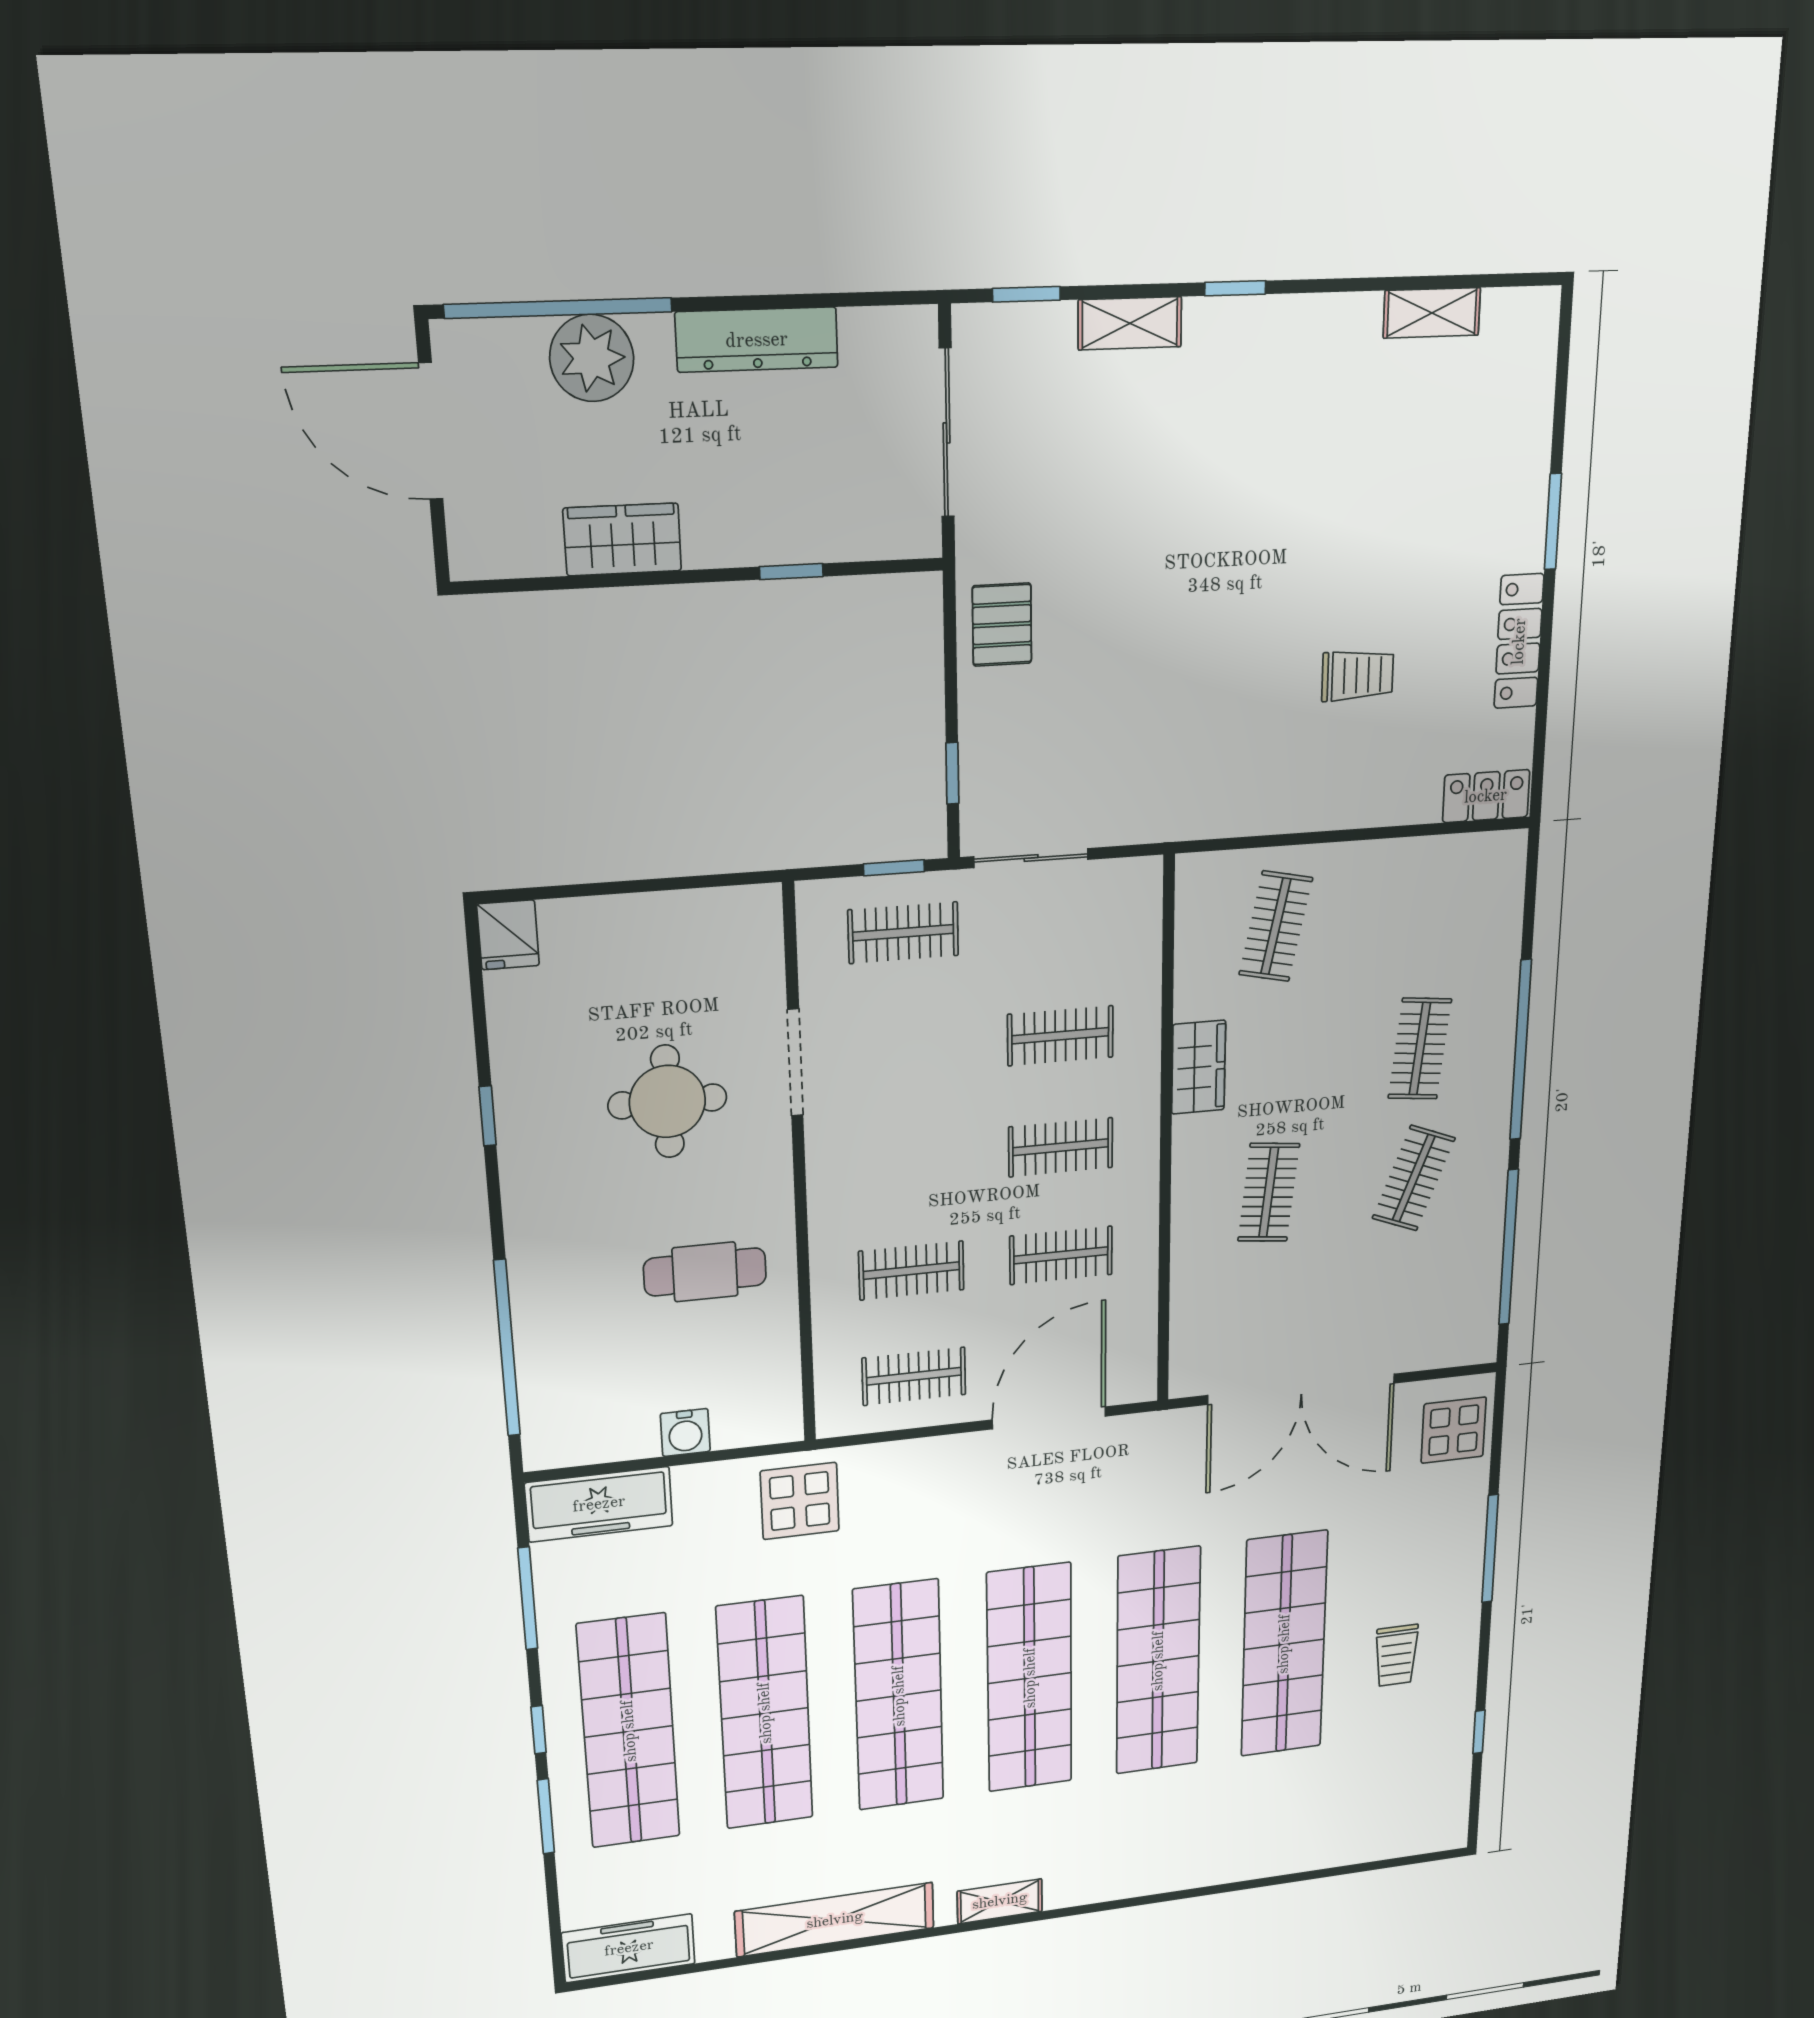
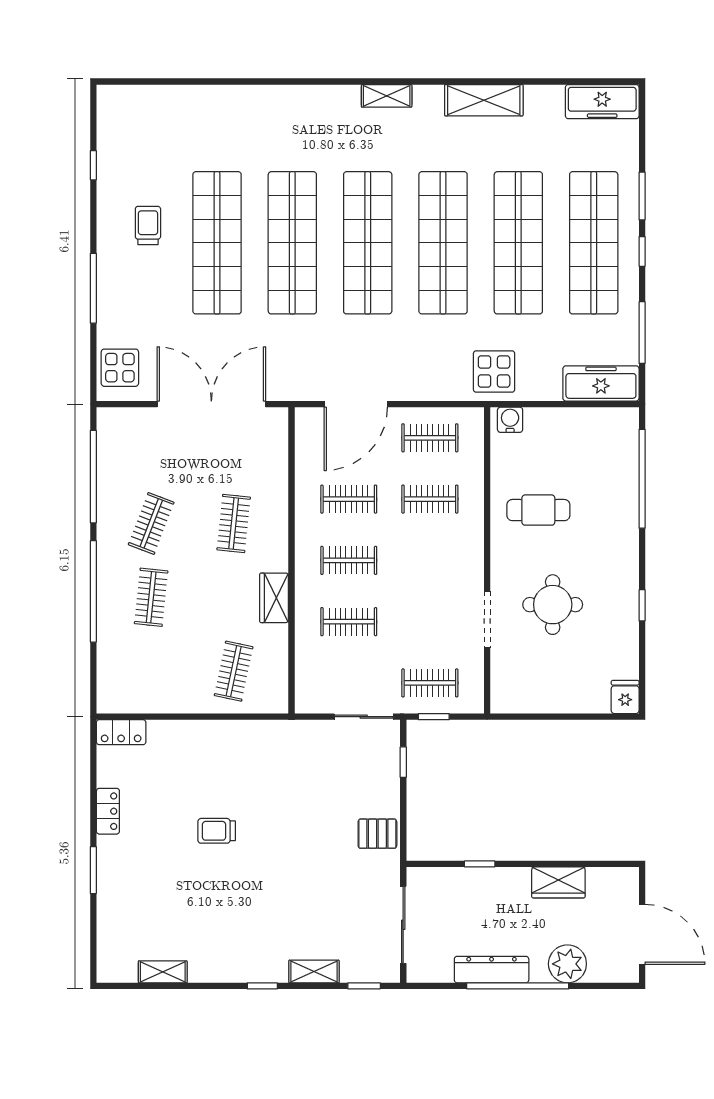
window: (559, 308) -> (518, 986), moved
pallet: (1002, 625) -> (377, 834), turned 90
locker: (1519, 641) -> (108, 811), width x0.66
trolley: (1358, 675) -> (217, 831), moved
water cooler: (685, 1432) -> (510, 420), moved
shelving: (835, 1920) -> (484, 100), width x0.68

